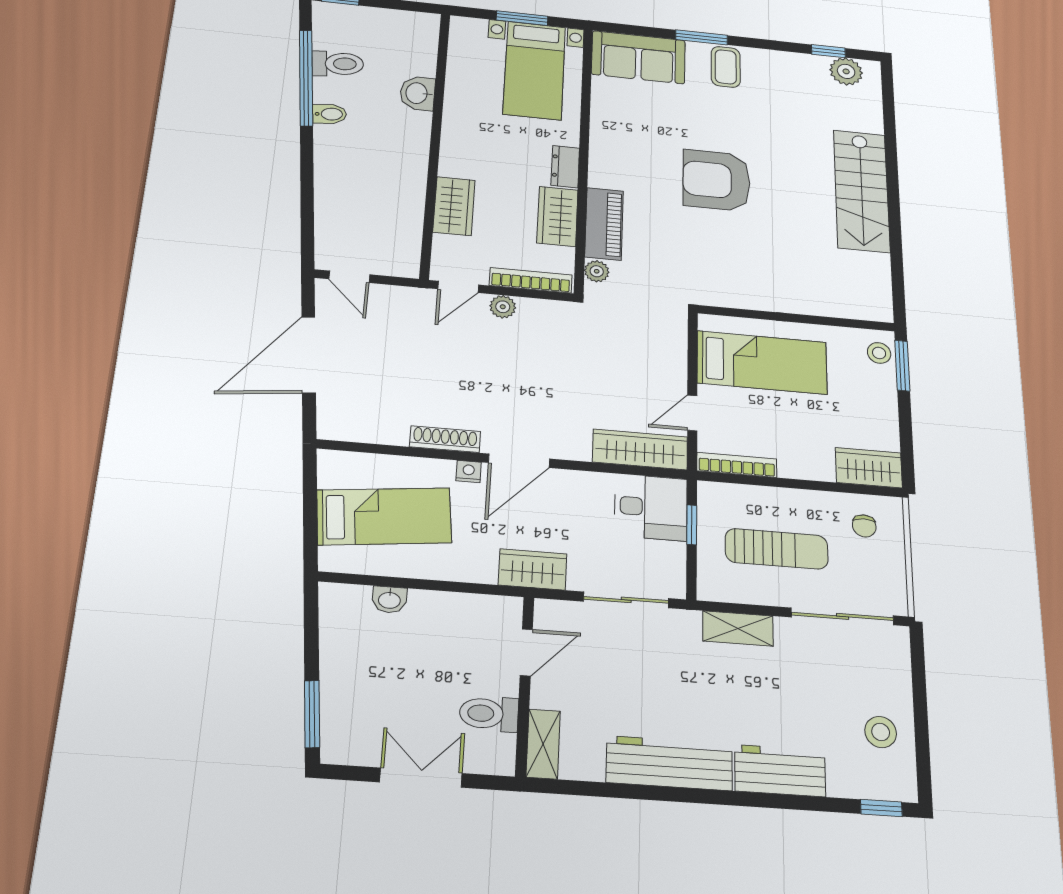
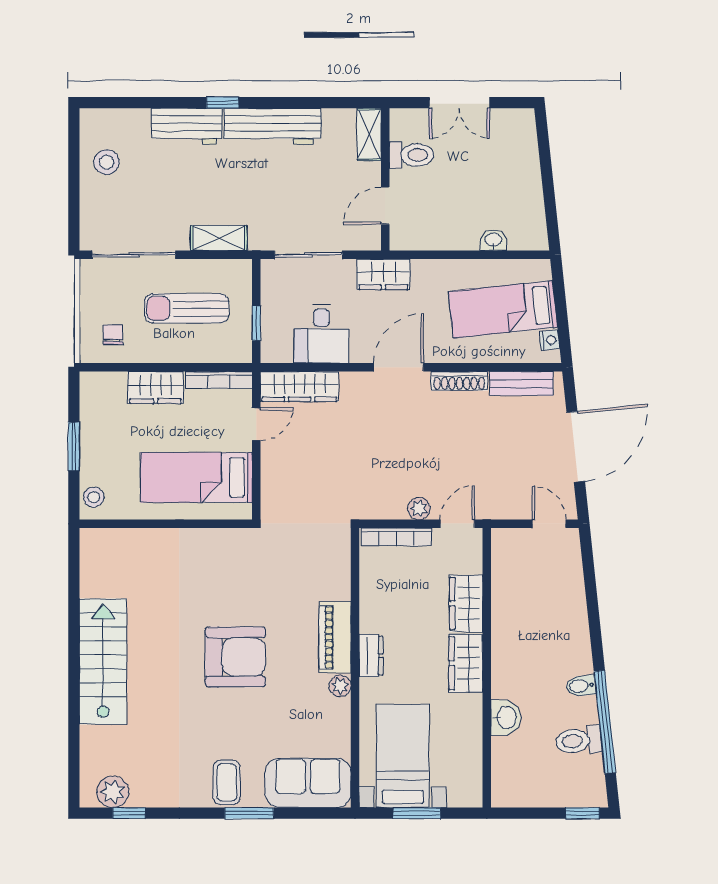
wardrobe: (557, 216) -> (466, 663), moved, turned 180
piano: (604, 224) -> (335, 637), moved
plant: (597, 271) -> (340, 686), moved
window: (902, 366) -> (74, 447), moved
bench: (369, 430) -> (521, 384), added
wardrobe: (869, 468) -> (155, 388), moved
nightstand: (469, 471) -> (550, 340), moved, turned -96
desk: (651, 507) -> (321, 334), moved, turned -90
window: (312, 714) -> (544, 145), removed
window: (881, 808) -> (223, 103), moved

